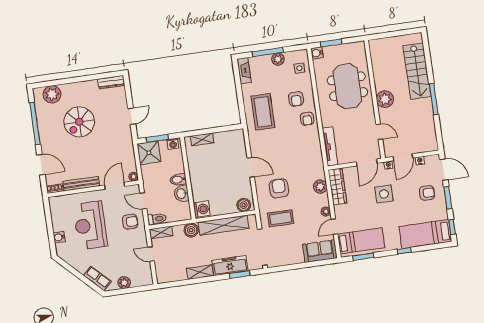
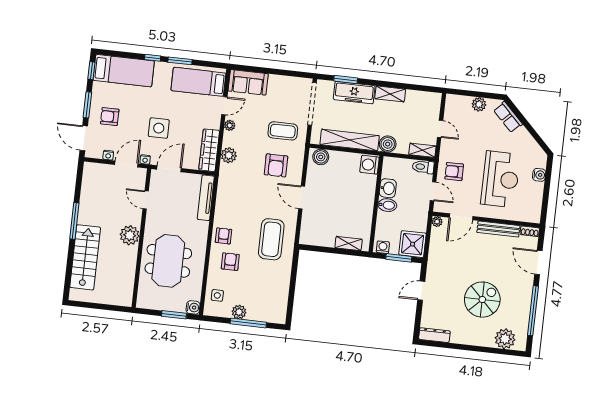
fireplace: (244, 71) -> (281, 309), removed
coffee table: (263, 112) -> (271, 239), moved
window: (363, 257) -> (180, 61), moved

